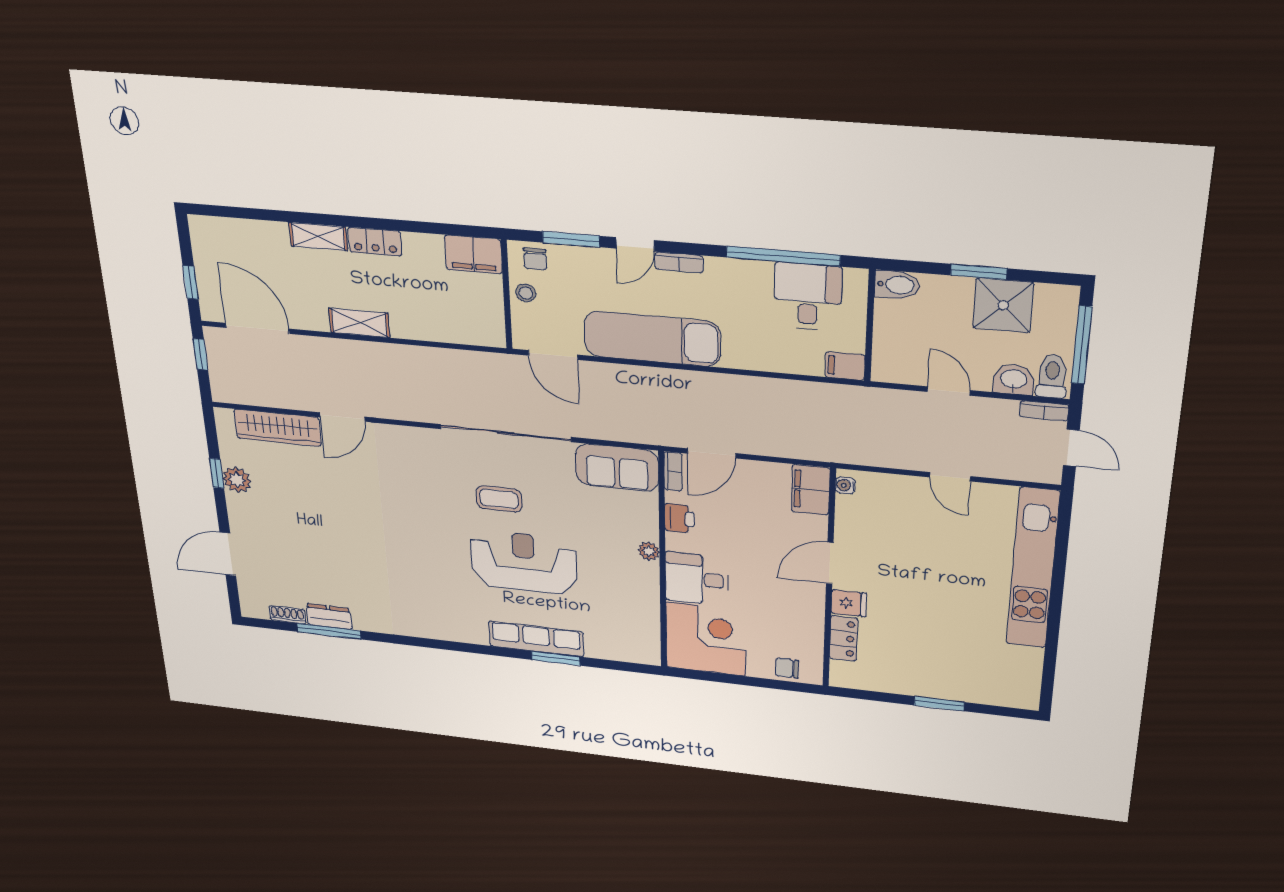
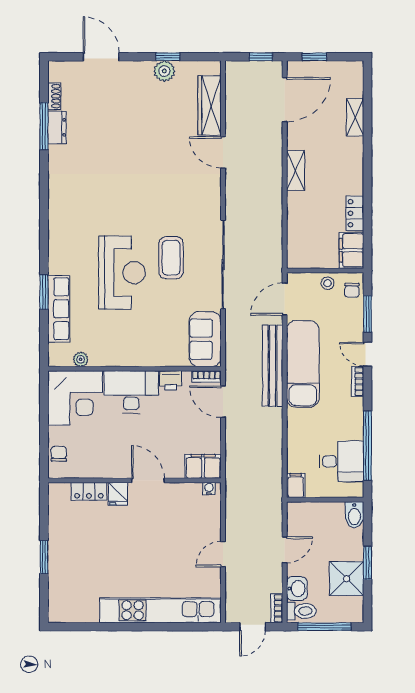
shelving: (318, 237) -> (355, 117), moved
locker: (375, 242) -> (355, 213), moved
chair: (535, 259) -> (352, 290), turned -90
bench: (656, 381) -> (273, 366), added
coffee table: (499, 499) -> (171, 258), width x1.36, depth x1.30
plant: (649, 551) -> (81, 359), moved
desk: (697, 579) -> (131, 392), width x1.37
row of seats: (536, 639) -> (59, 309), moved

